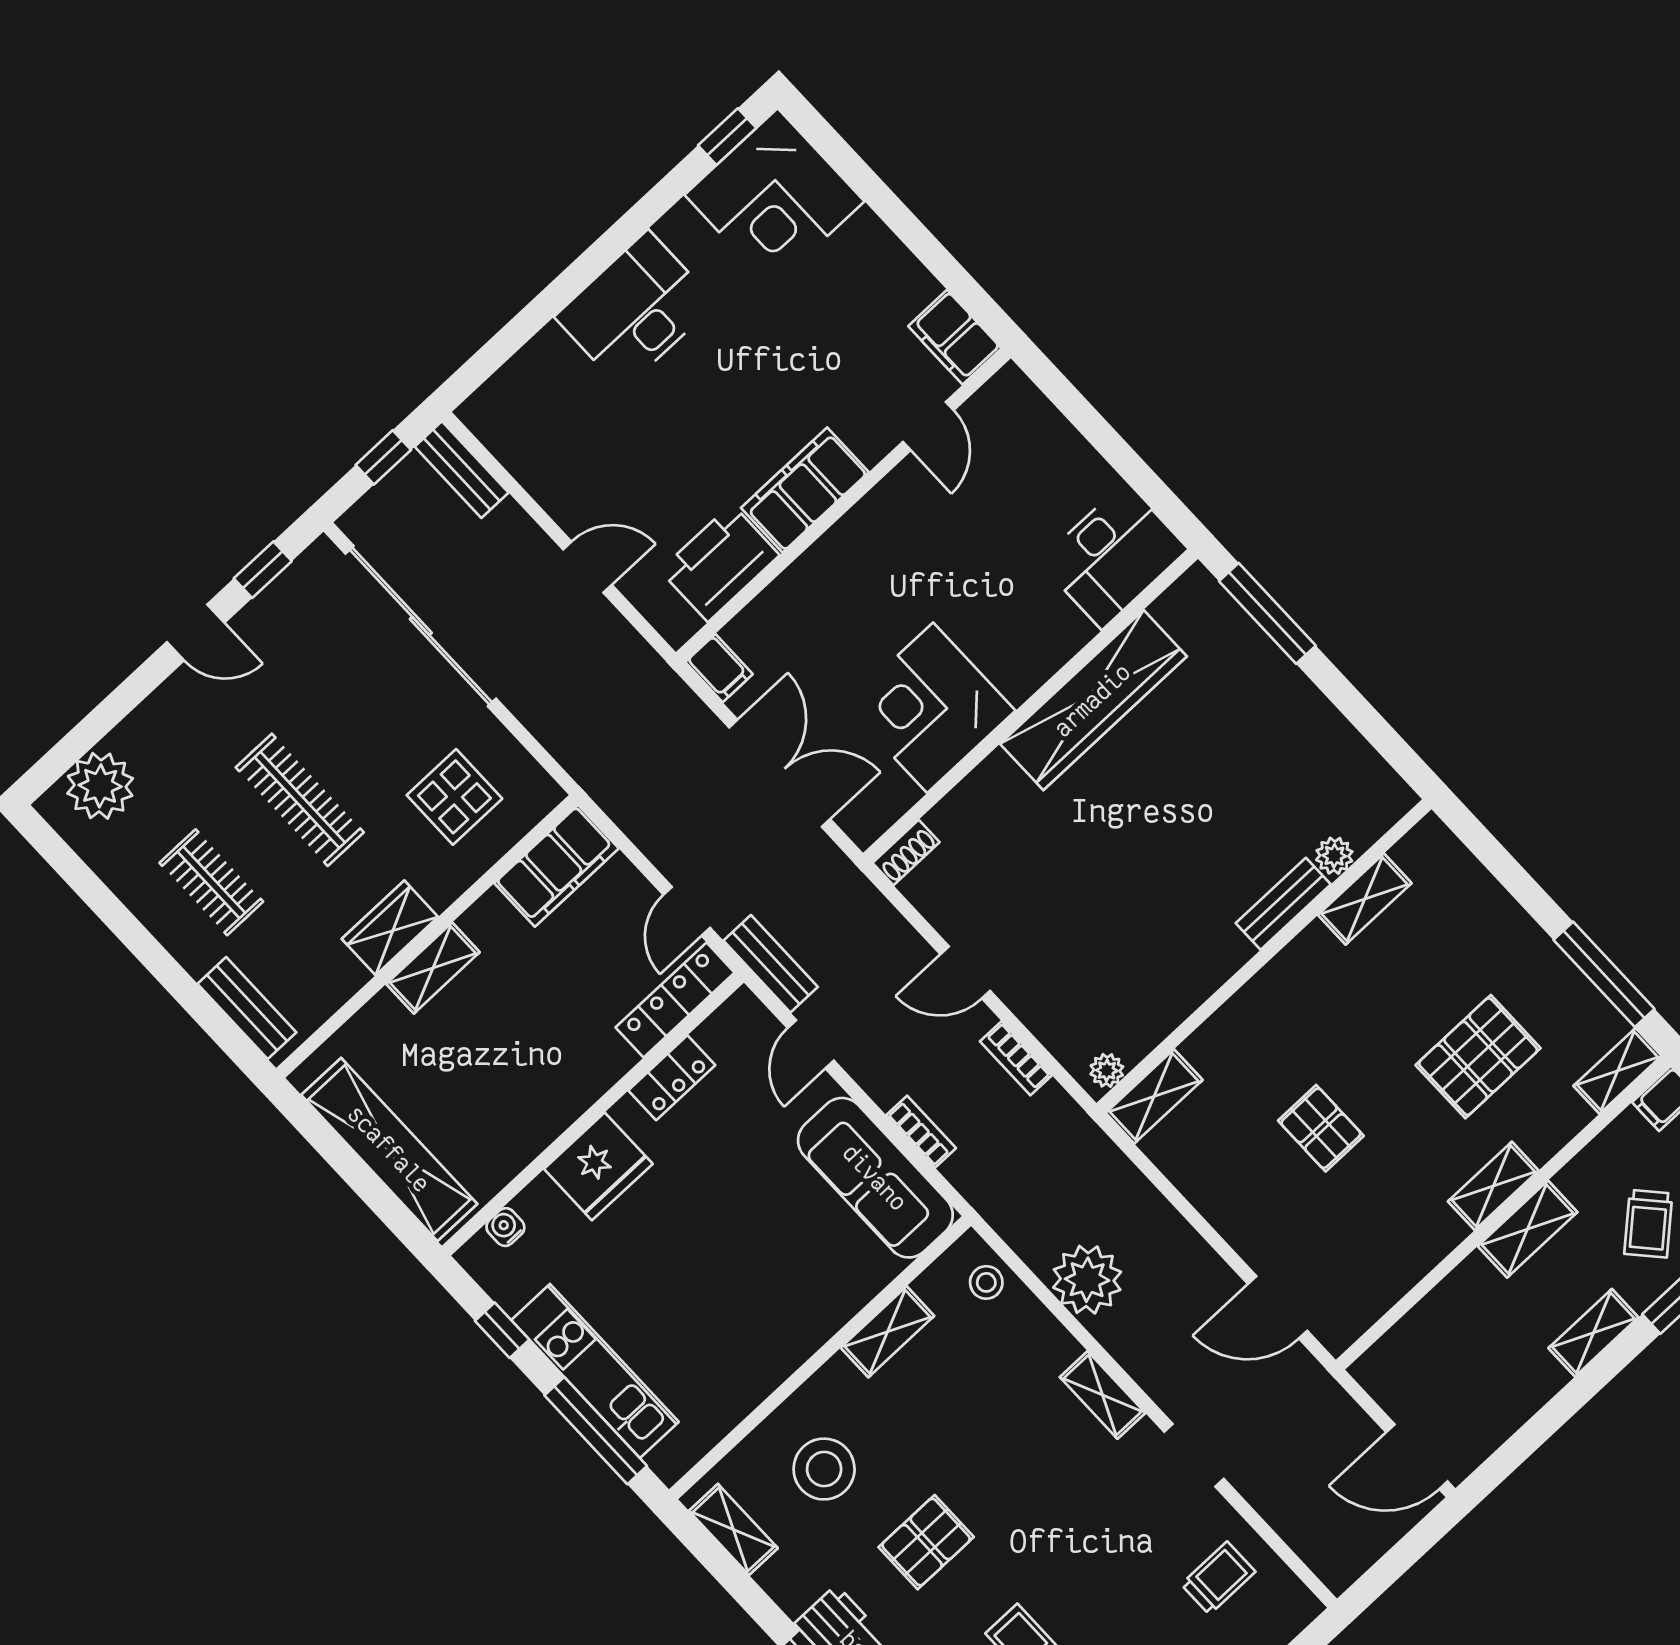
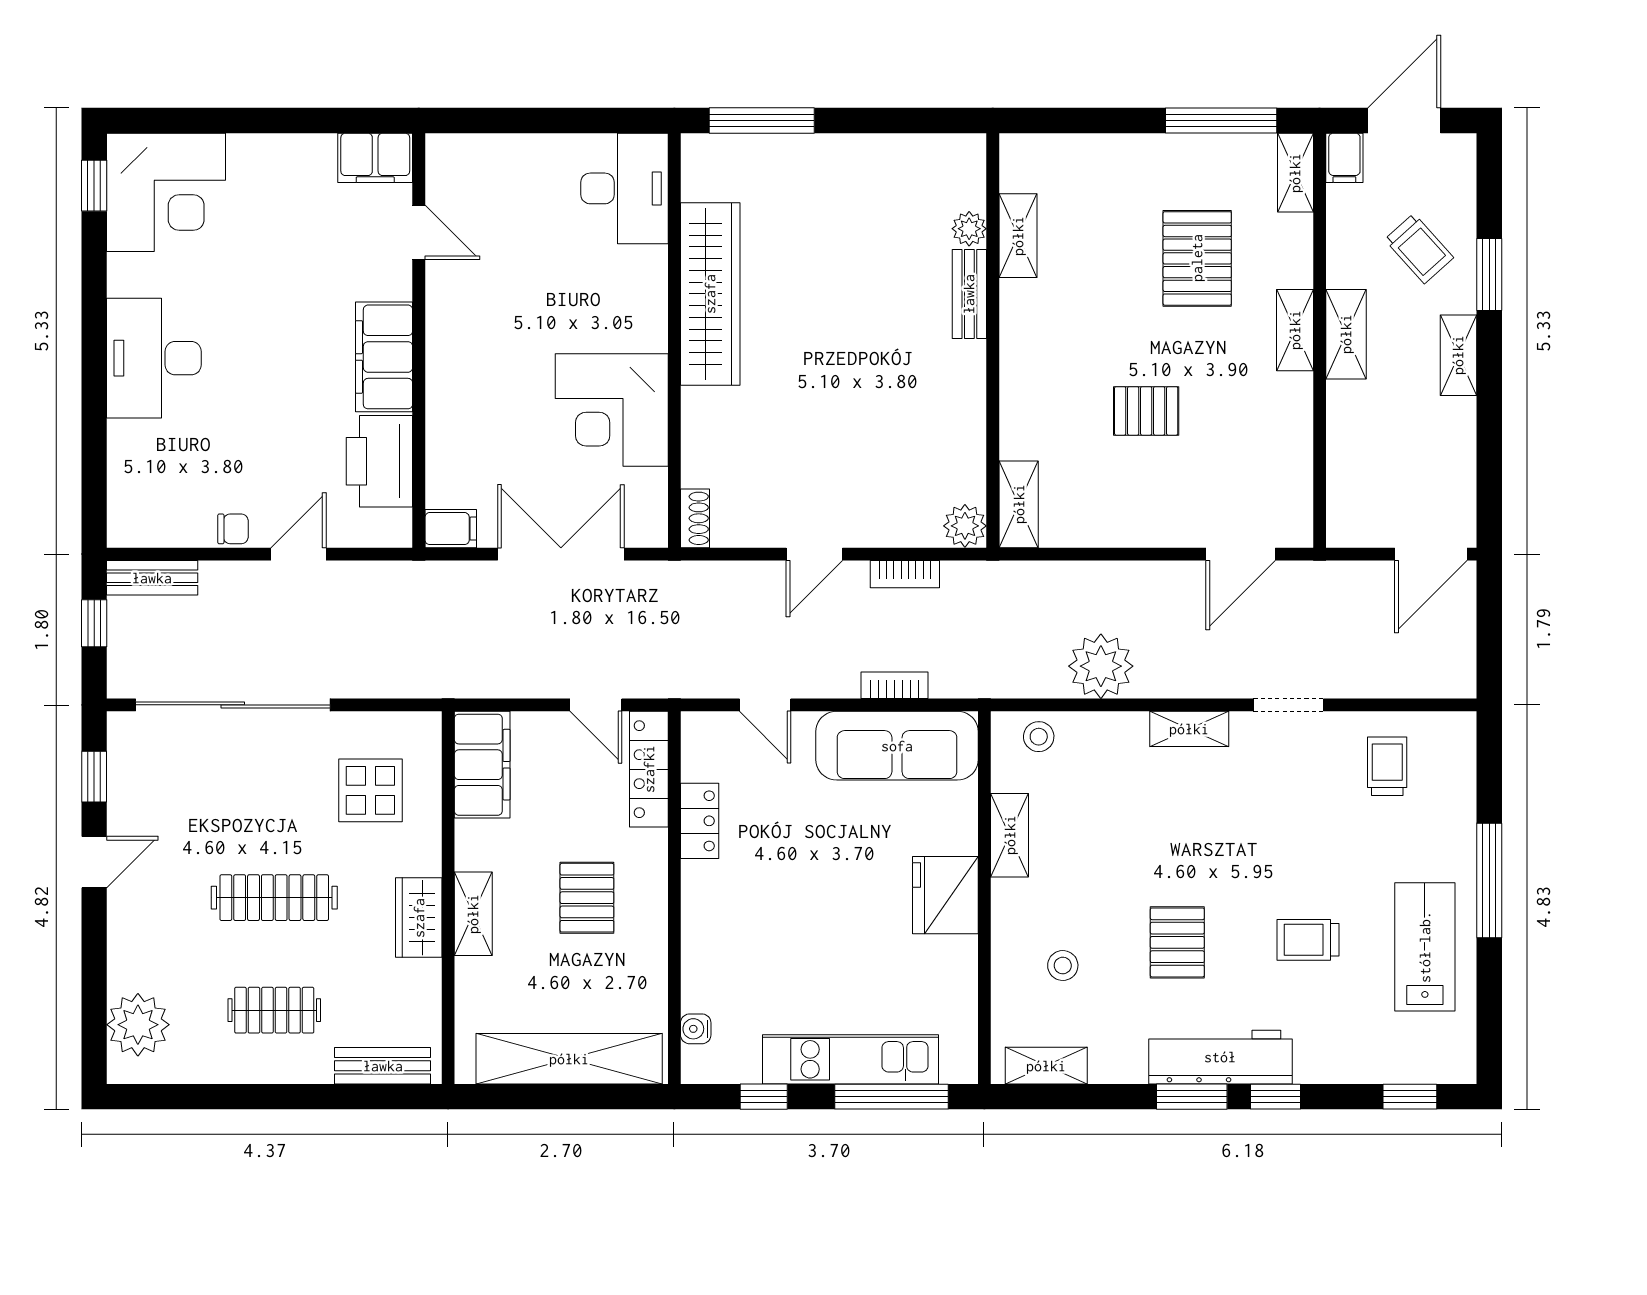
chair: (559, 497) -> (233, 529), added
bench: (771, 964) -> (685, 681), removed
pallet: (529, 1046) -> (587, 898), added
plant: (1107, 1070) -> (965, 526), width x1.38, depth x1.38
fridge: (598, 1166) -> (945, 895), moved, turned 180
stool: (824, 1469) -> (1063, 966), width x0.53, depth x0.53

